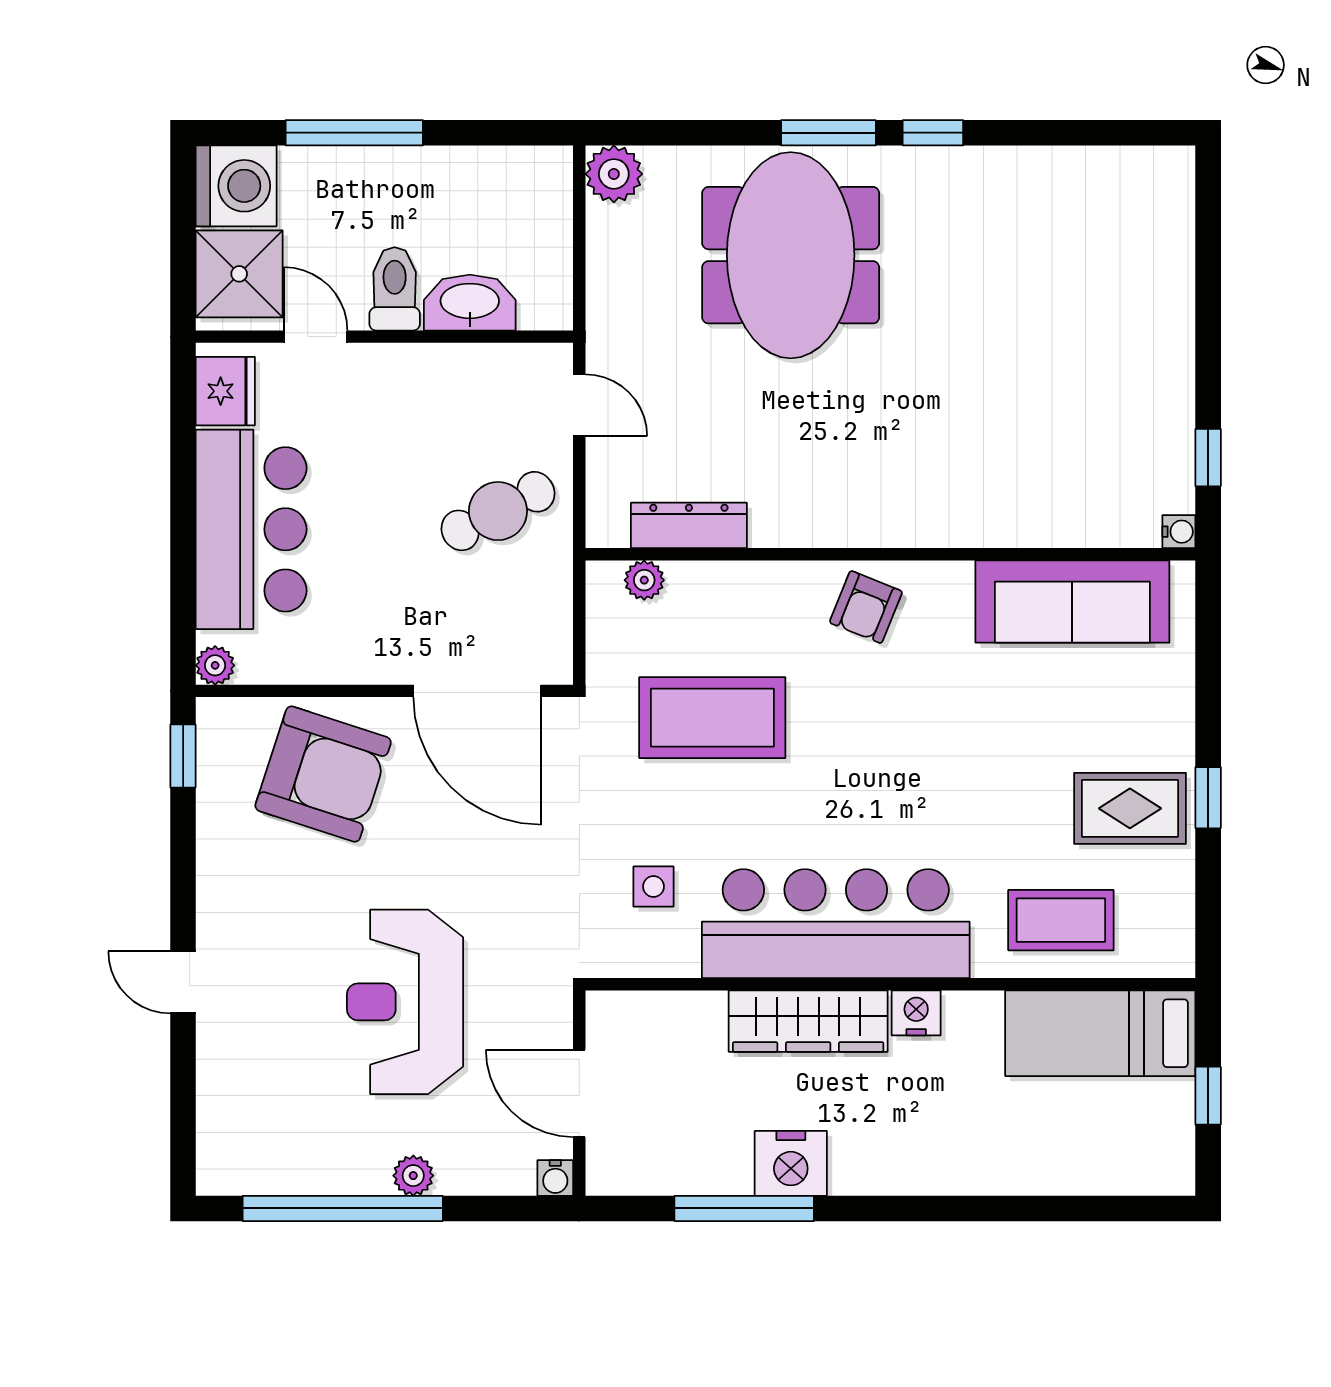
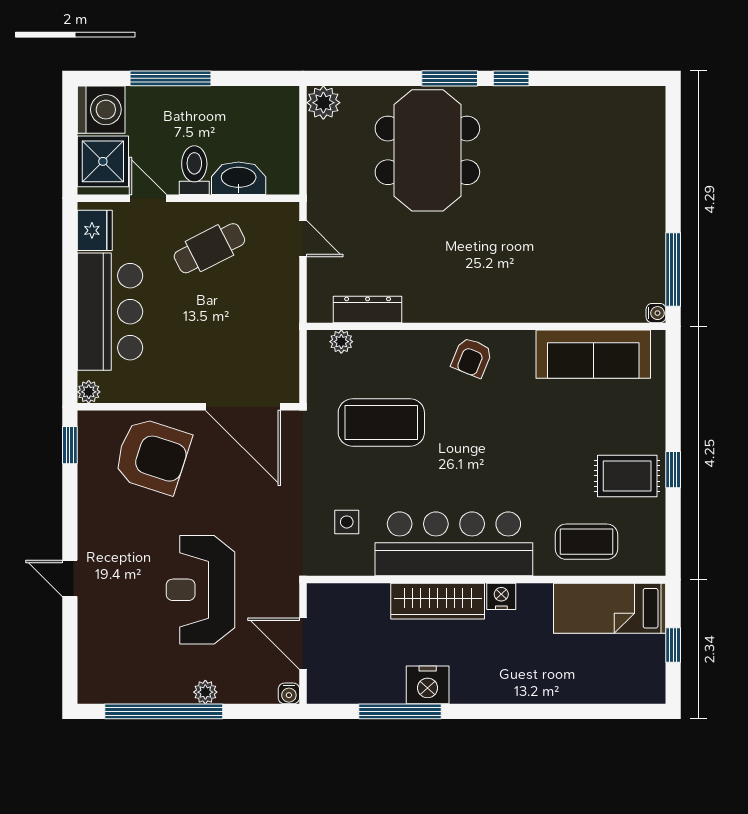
window: (1208, 458) -> (673, 269), width x2.17
cafe table: (498, 511) -> (209, 248), moved

